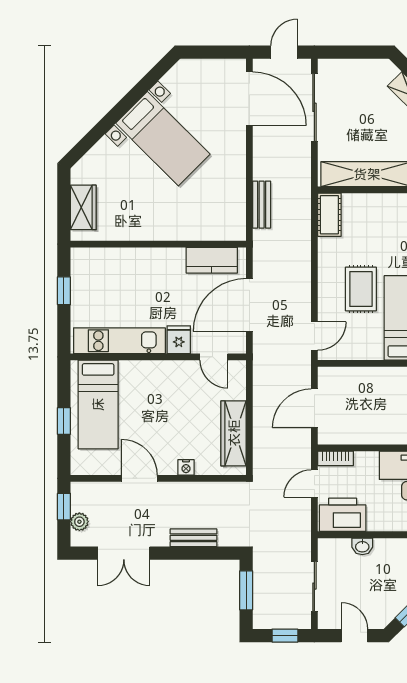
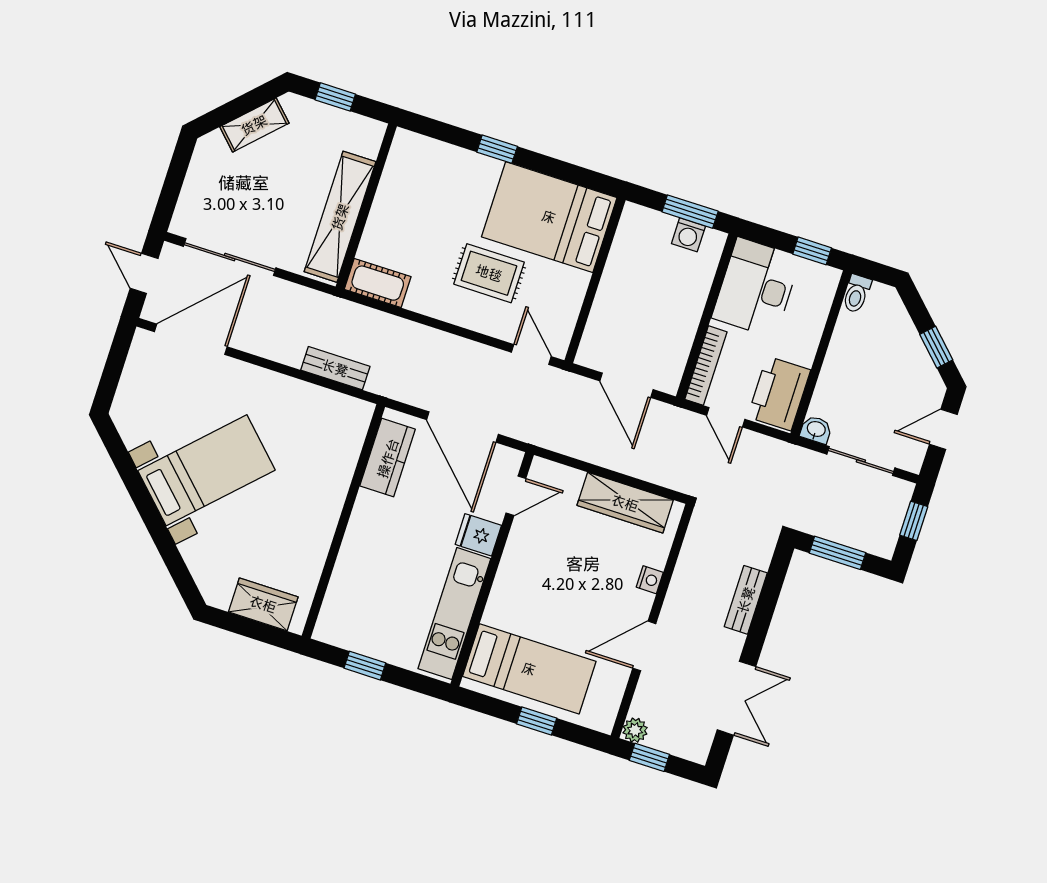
bookcase: (336, 458) -> (706, 366), width x1.56
plant: (79, 522) -> (635, 730), moved
washbasin: (362, 546) -> (816, 430), moved, turned -90

